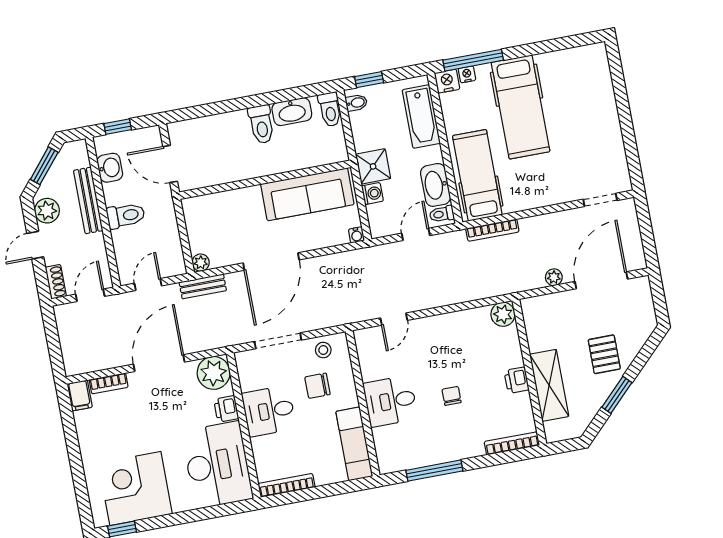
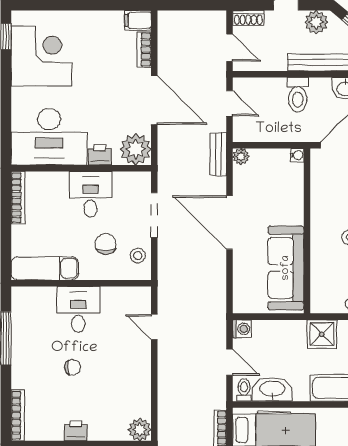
shower: (373, 166) -> (322, 334), moved
washing machine: (372, 194) -> (242, 329), moved, turned -90
water cooler: (356, 235) -> (297, 155), moved, turned 180

